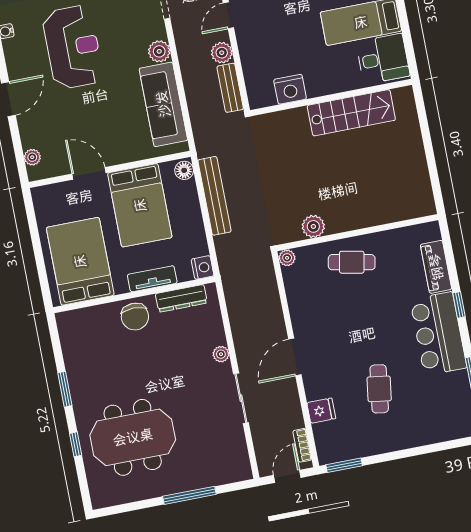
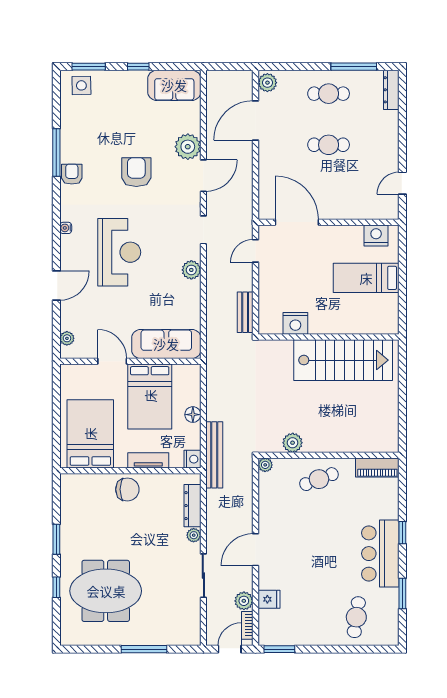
plant: (222, 53) -> (244, 601), moved
desk: (383, 59) -> (379, 313), removed
sofa: (163, 104) -> (166, 344), moved, turned 90
stairs: (351, 113) -> (343, 360), width x1.36, depth x1.51
floor lamp: (184, 170) -> (193, 415), moved
bench: (214, 196) -> (214, 455), moved
cafe table: (352, 262) -> (319, 479), turned -32
piano: (436, 267) -> (377, 467), moved, turned -90
dresser: (181, 298) -> (192, 506), moved, turned 90
chair: (135, 317) -> (127, 489), turned -90
cafe table: (379, 389) -> (356, 617), moved

